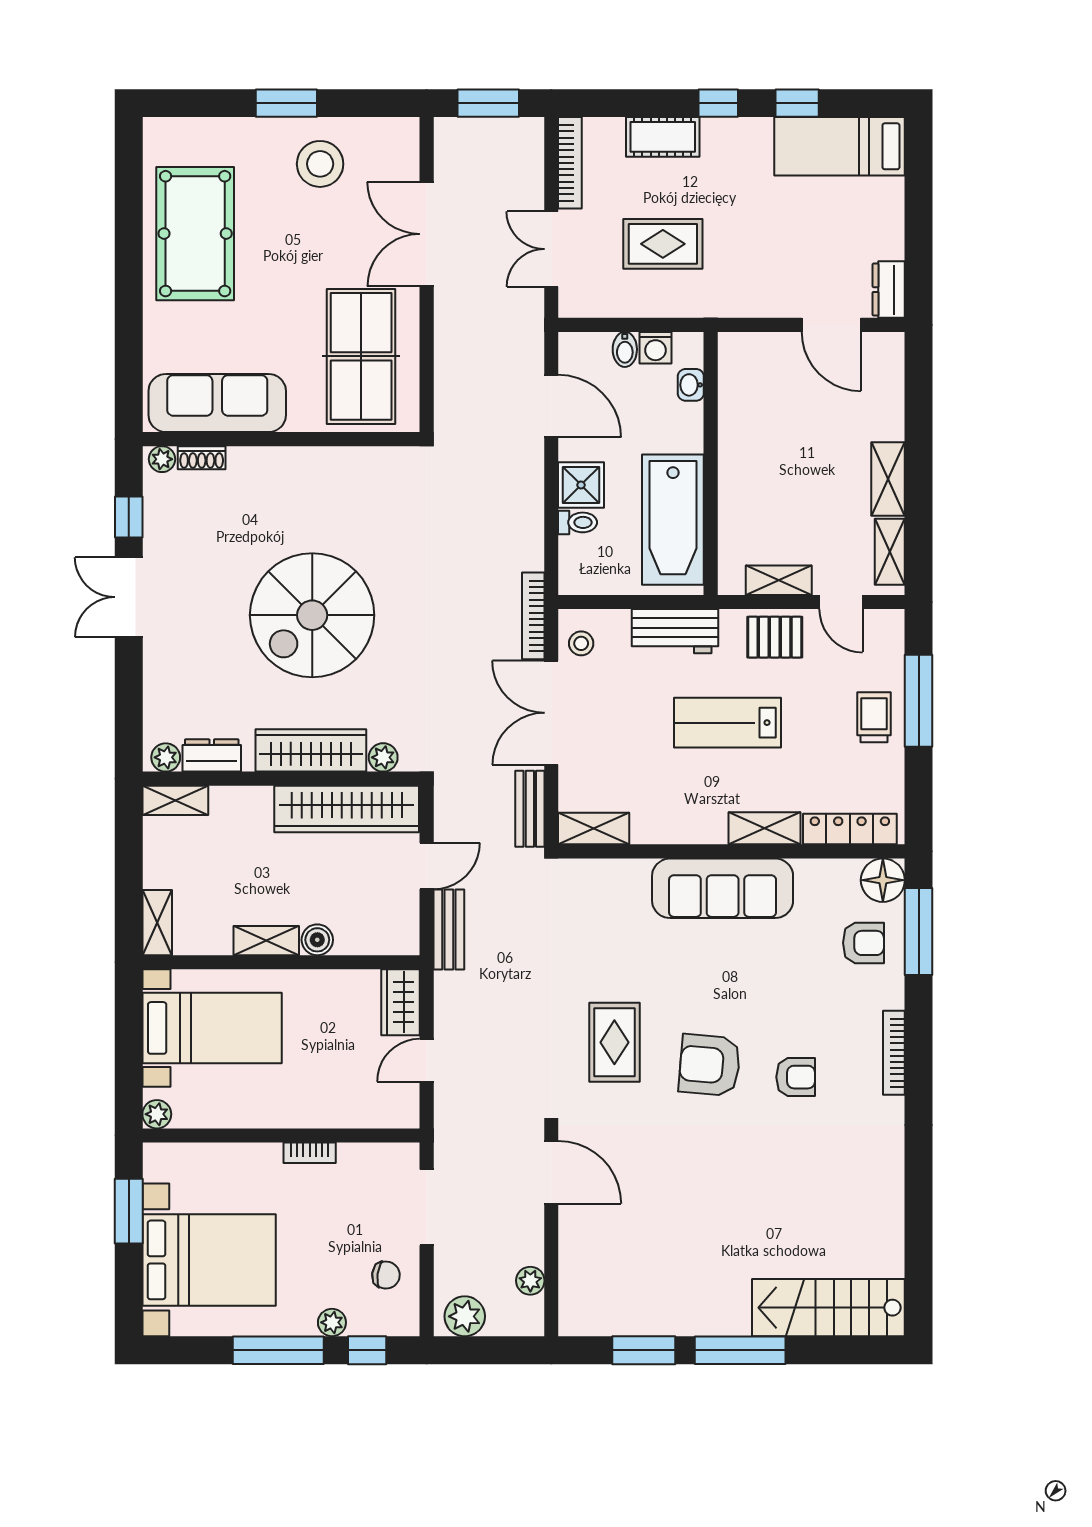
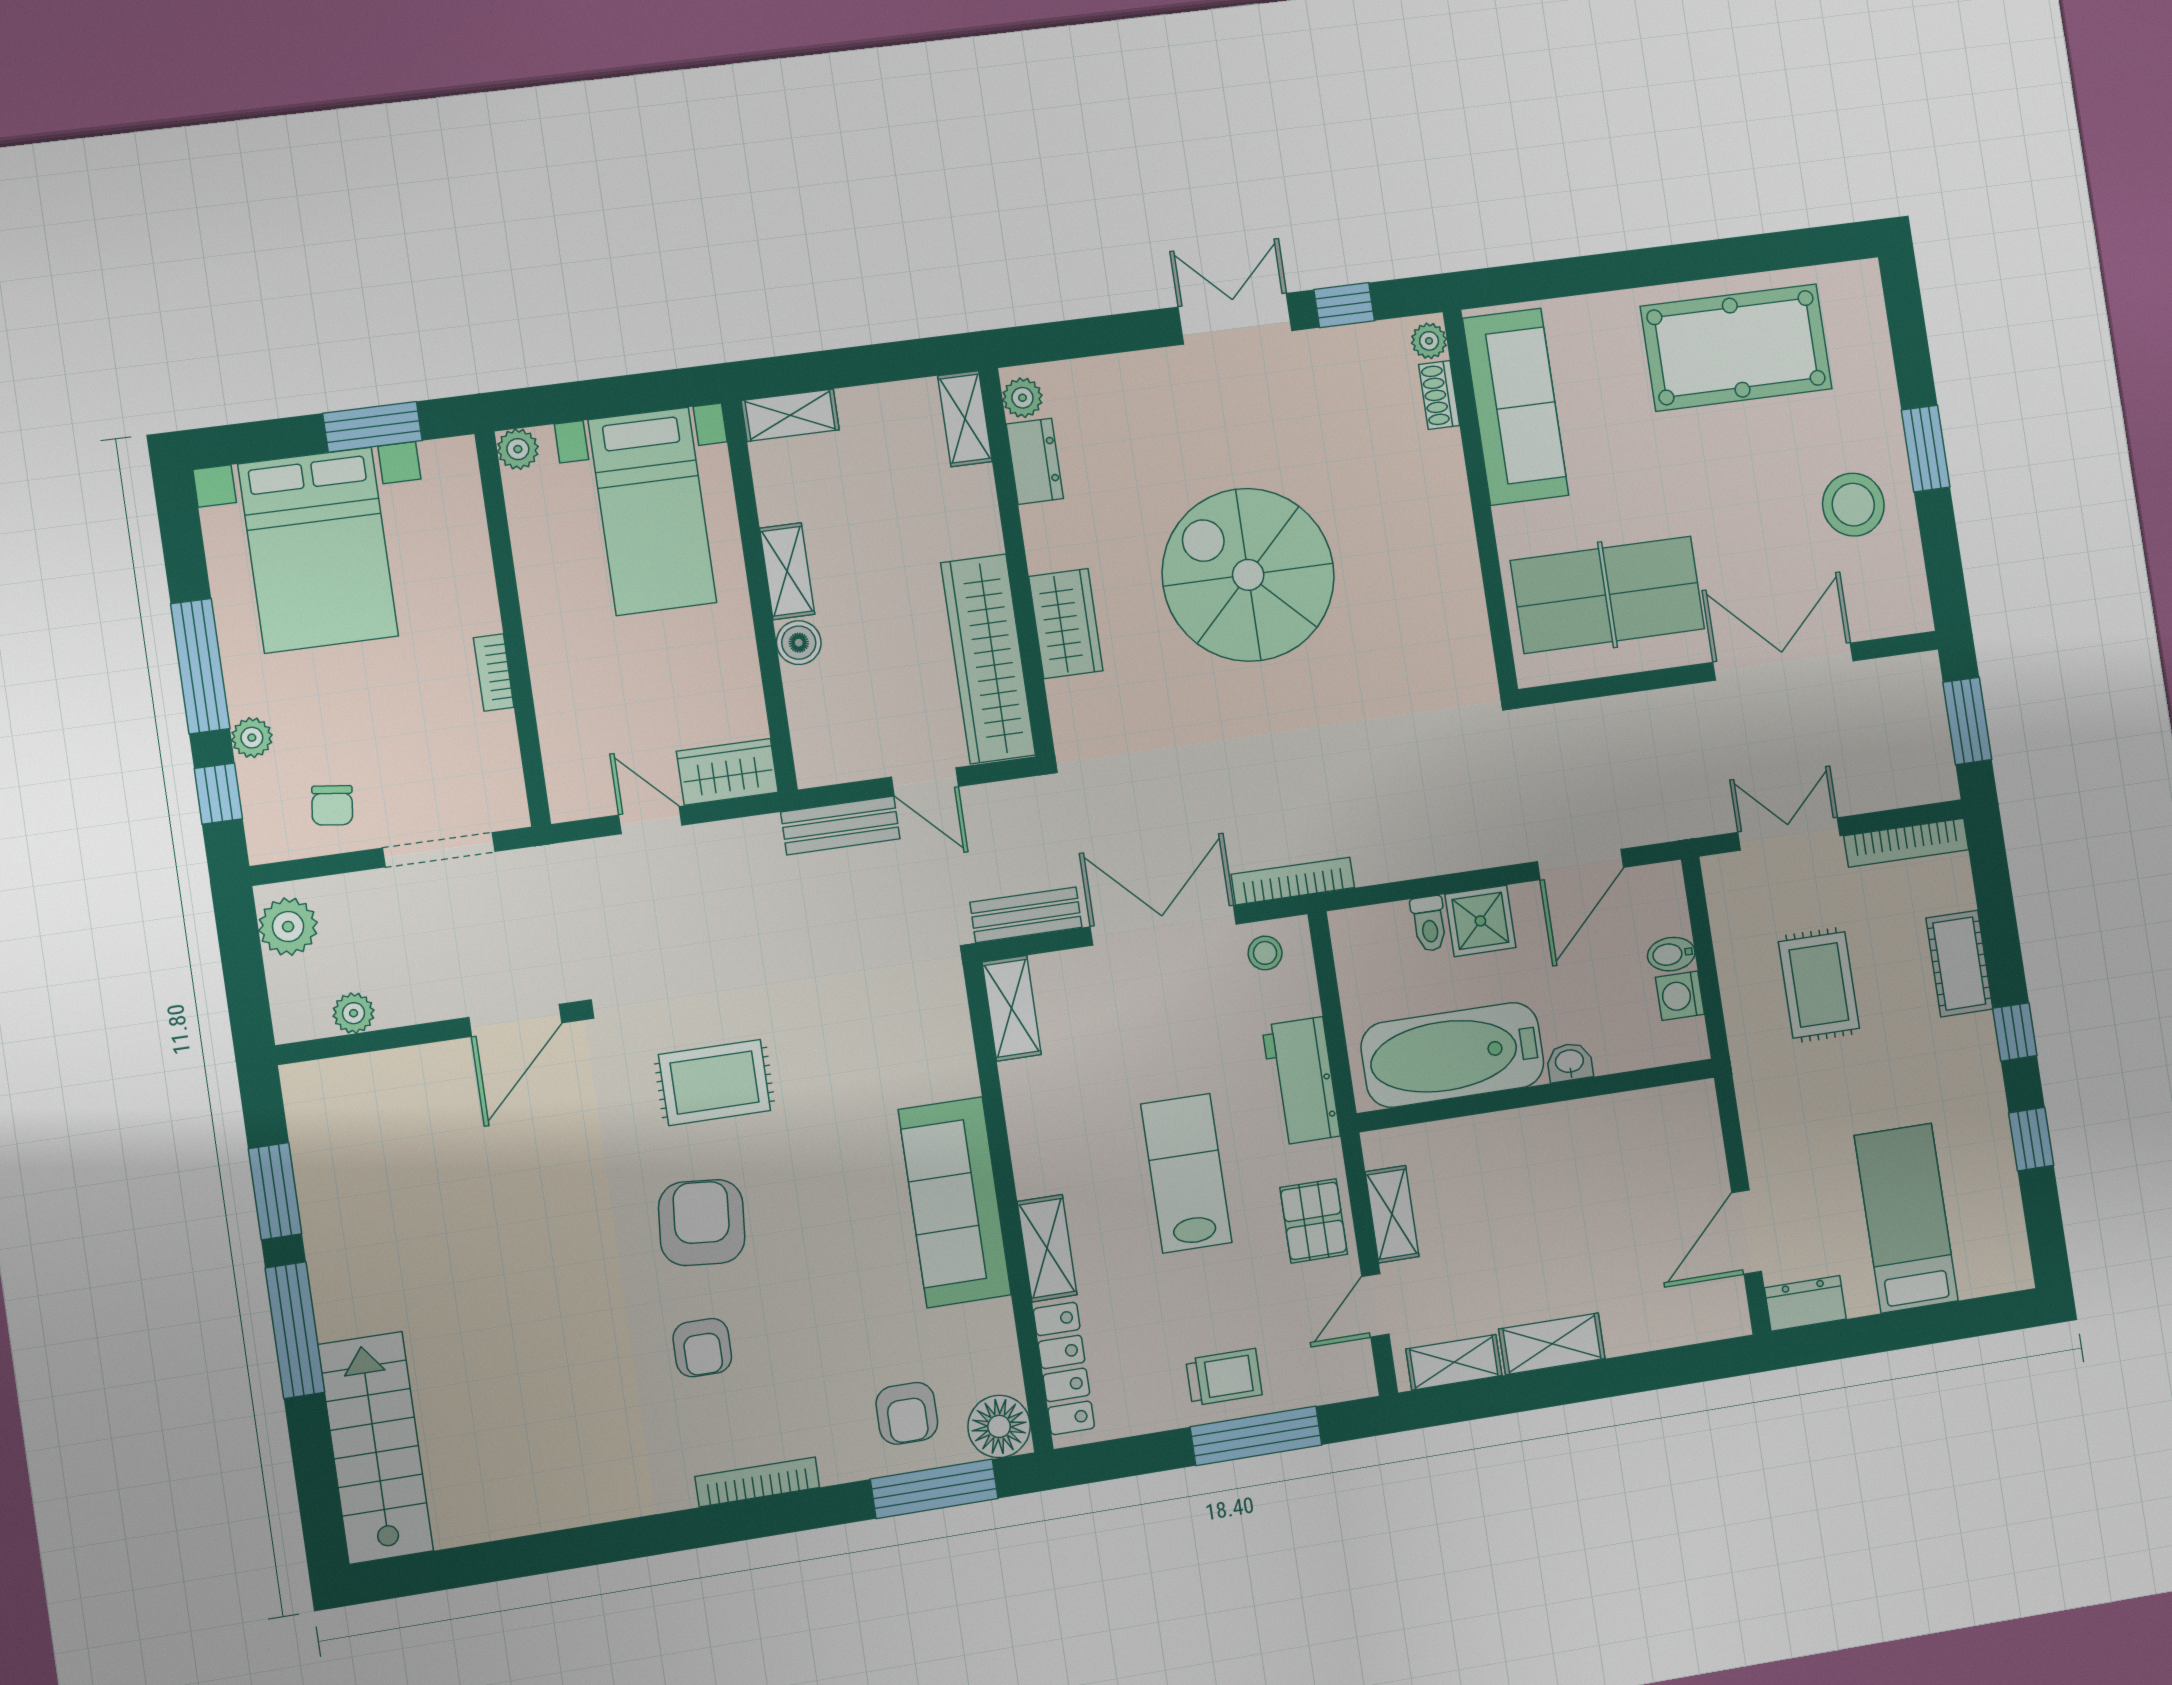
bed: (840, 146) -> (1906, 1218), moved
washbasin: (691, 385) -> (1570, 1062), moved
wardrobe: (311, 750) -> (1066, 624), width x0.67
plant: (383, 757) -> (1067, 700), removed

